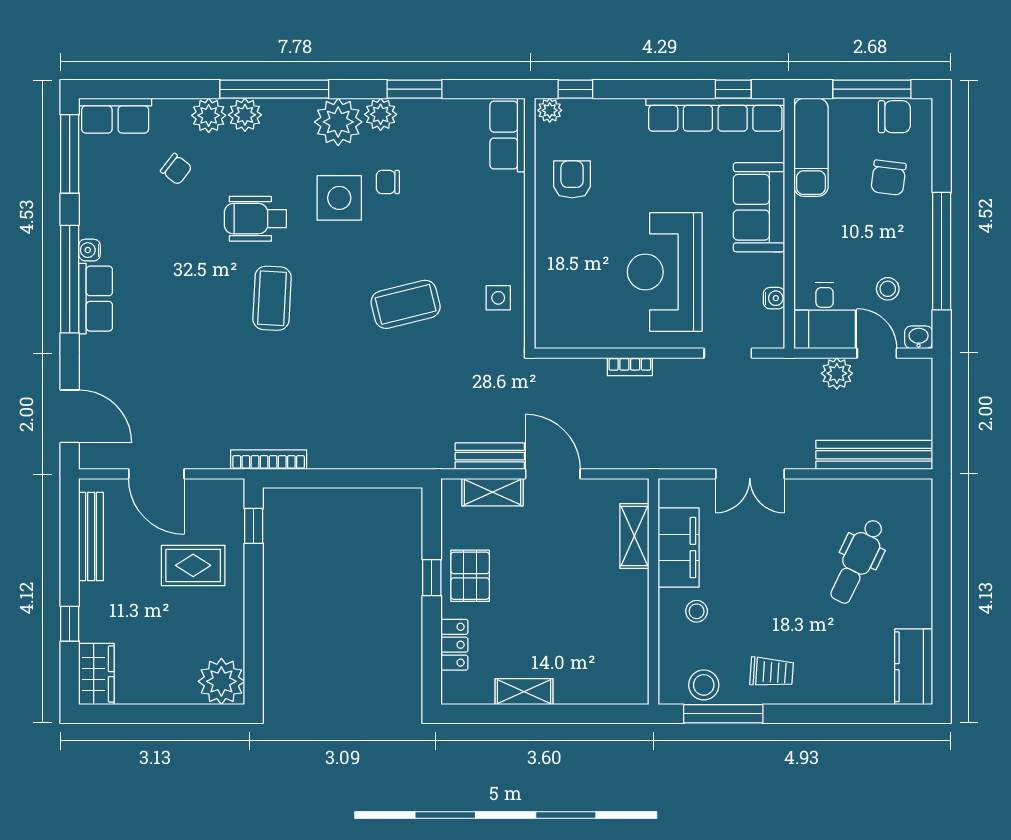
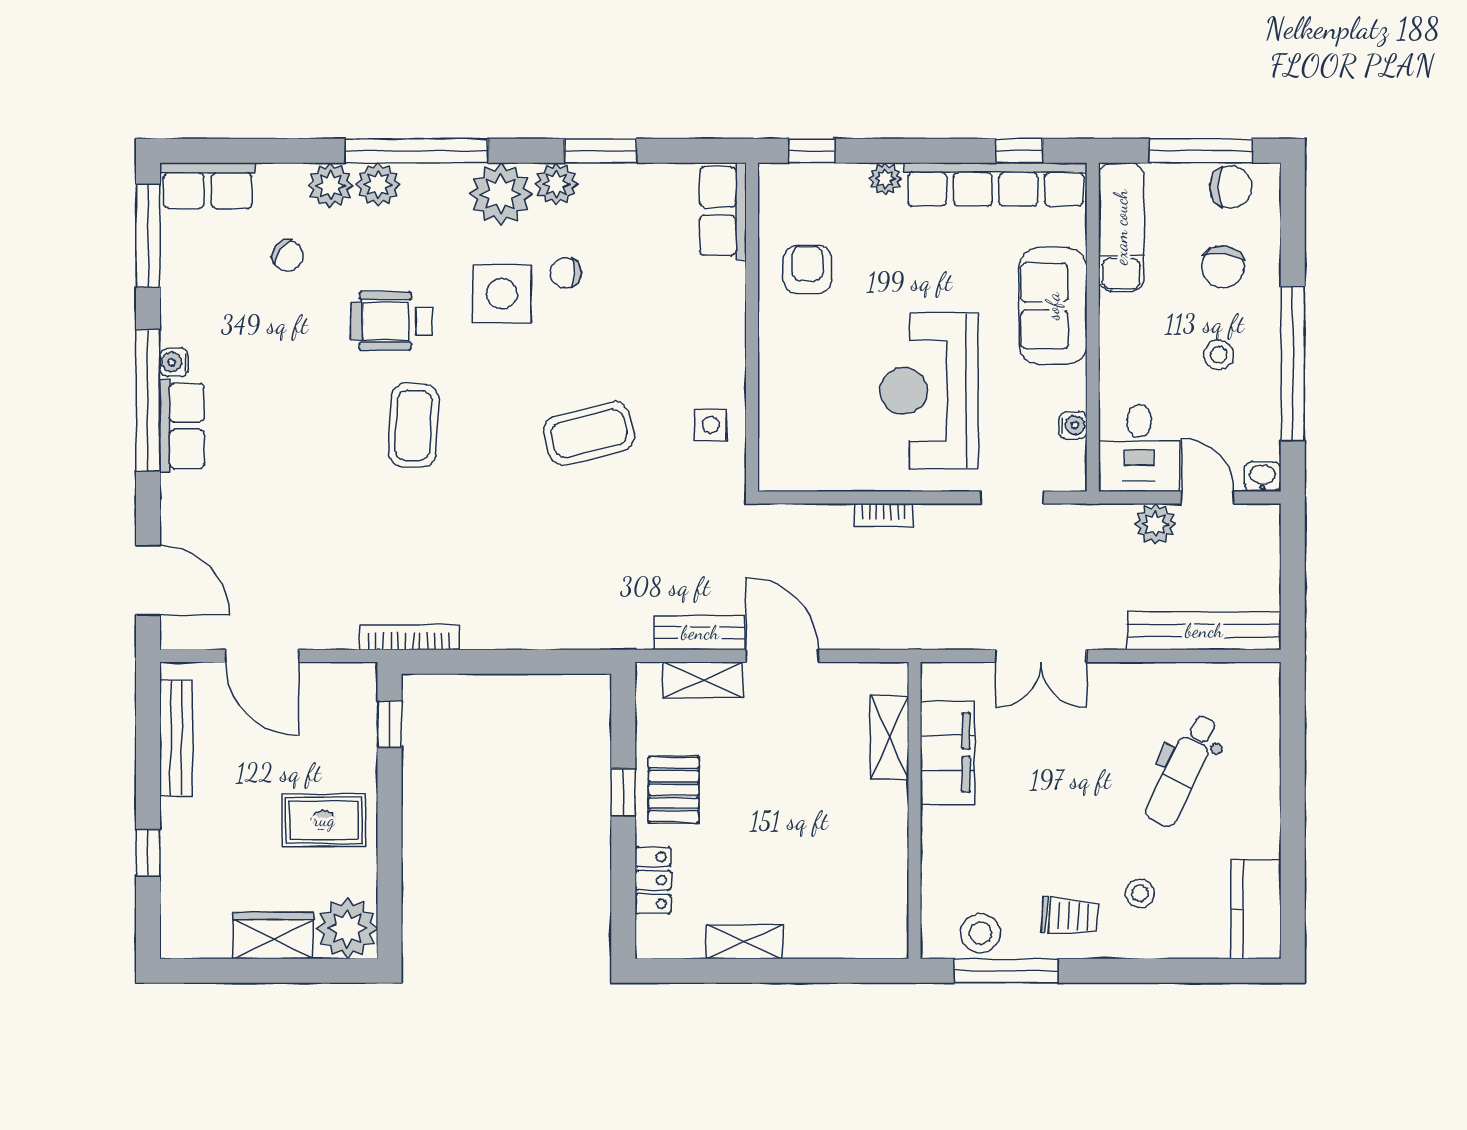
plant: (550, 110) -> (885, 179), moved
stool: (888, 289) -> (1219, 355), moved
rug: (193, 565) -> (324, 820), moved
stool: (697, 611) -> (1140, 893), moved
wardrobe: (96, 674) -> (273, 936), moved, turned -90

